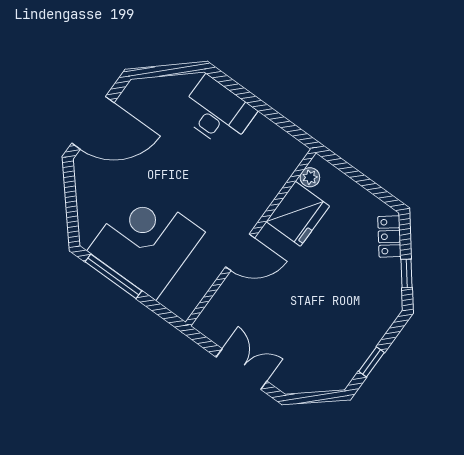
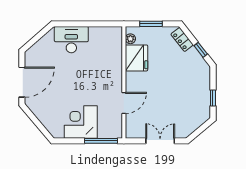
window: (359, 177) -> (151, 24), added
corner desk: (146, 241) -> (81, 122), width x0.74, depth x0.74
door: (240, 252) -> (124, 103), moved
window: (113, 276) -> (101, 141), moved

